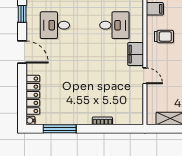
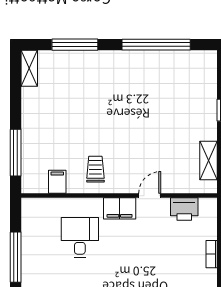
printer: (135, 101) -> (184, 209), added

